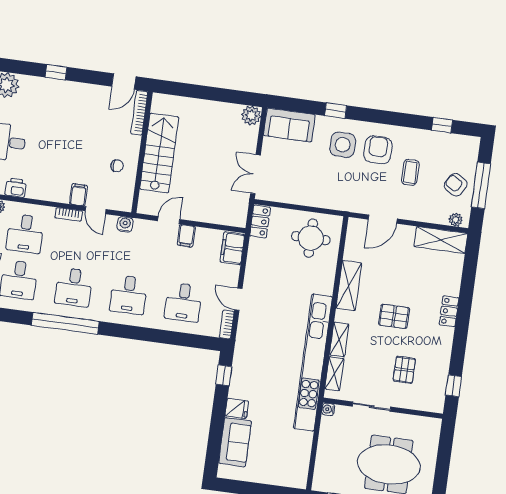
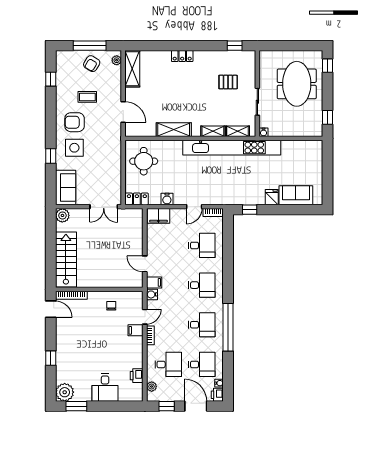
stairs: (159, 153) -> (66, 260), moved, turned 90
filing cabinet: (186, 236) -> (154, 282), moved
water cooler: (254, 263) -> (167, 199), added
pallet: (394, 316) -> (191, 95), removed

